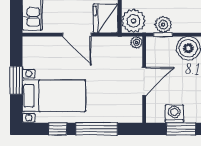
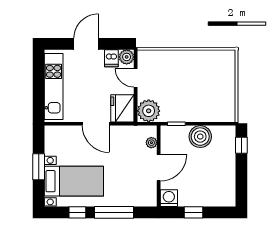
plant: (163, 25) -> (177, 114), removed
plant: (136, 42) -> (151, 143), moved
washing machine: (174, 114) -> (169, 198), moved
window: (181, 129) -> (193, 212), width x0.67

